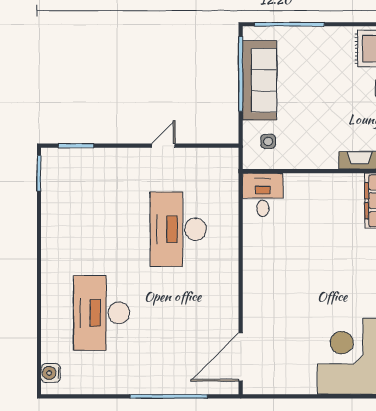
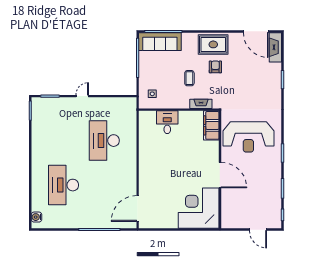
sofa: (260, 80) -> (160, 42), moved, turned 90
coffee table: (338, 112) -> (189, 78), added
door: (163, 146) -> (82, 96), moved
desk: (263, 195) -> (167, 122), moved

